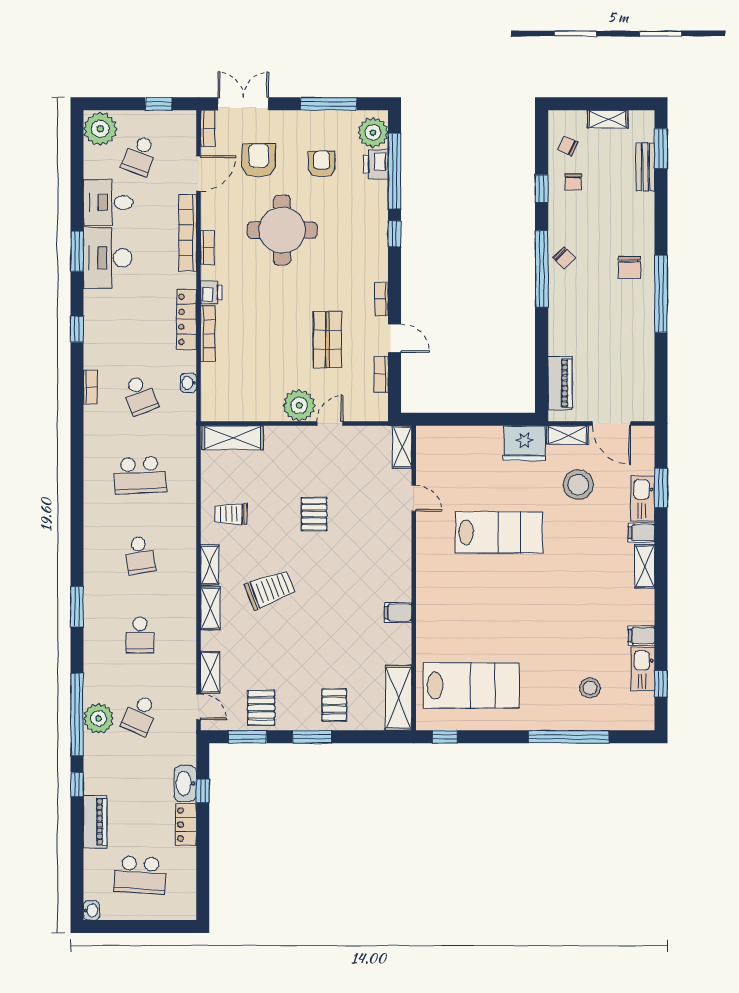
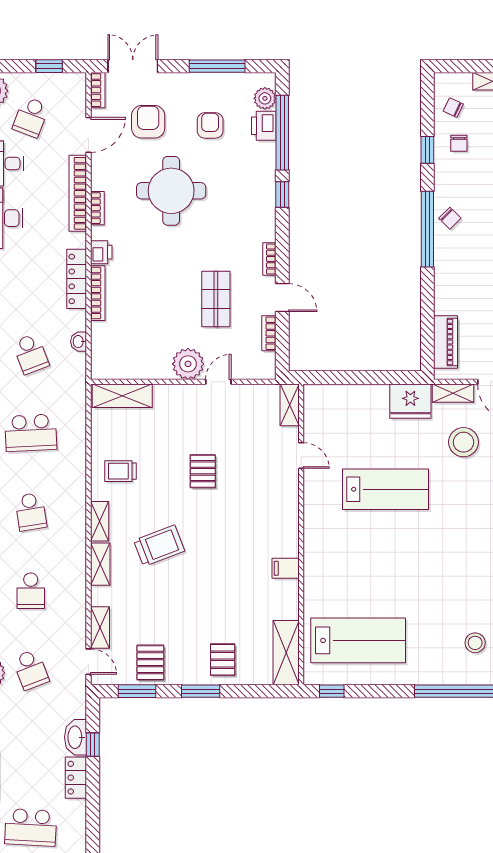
plant: (373, 132) -> (265, 98), width x0.73, depth x0.73
school desk: (140, 715) -> (31, 670), turned -45

